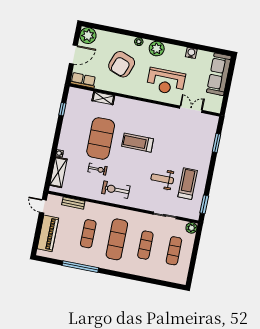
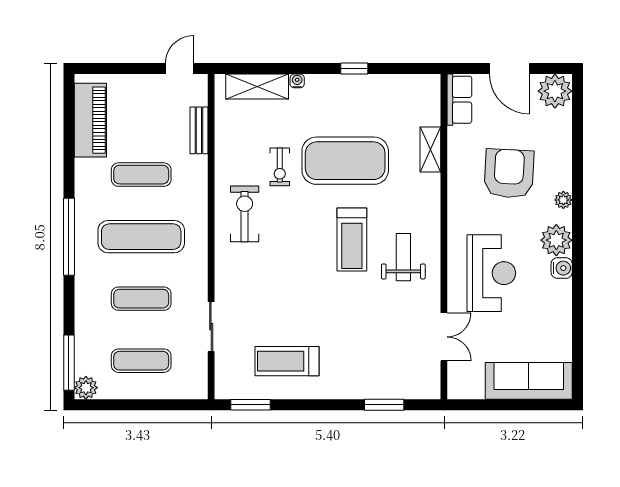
water cooler: (191, 53) -> (562, 268), moved
armchair: (122, 64) -> (509, 173), turned 73
reception desk: (166, 82) -> (491, 273), turned 180
window: (62, 109) -> (354, 69), moved
treadmill: (138, 143) -> (352, 240), turned 180
weight bench: (162, 179) -> (403, 257), moved
treadmill: (188, 184) -> (287, 361), turned 180
plant: (191, 228) -> (86, 388), moved
piano: (48, 233) -> (90, 120), moved, turned -90
window: (80, 267) -> (69, 237), moved
window: (168, 284) -> (69, 363), added

